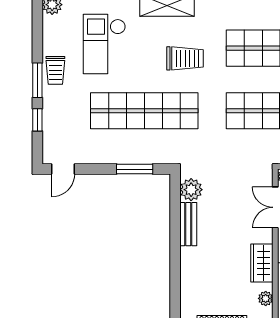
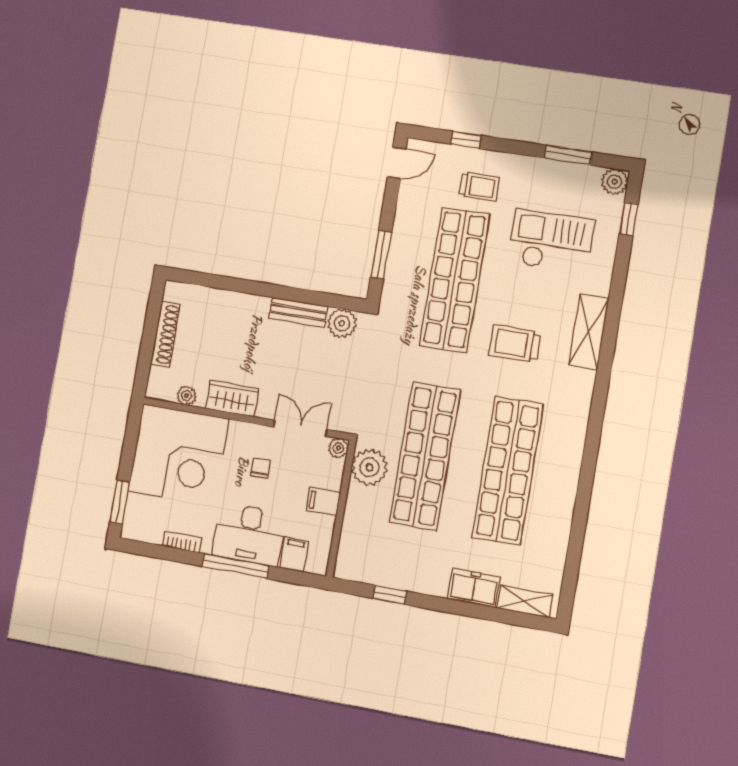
trolley: (185, 58) -> (515, 344), turned 90
trolley: (55, 70) -> (479, 187), moved, turned 180
window: (37, 80) -> (568, 155), moved
door: (63, 169) -> (397, 163), swing flipped

